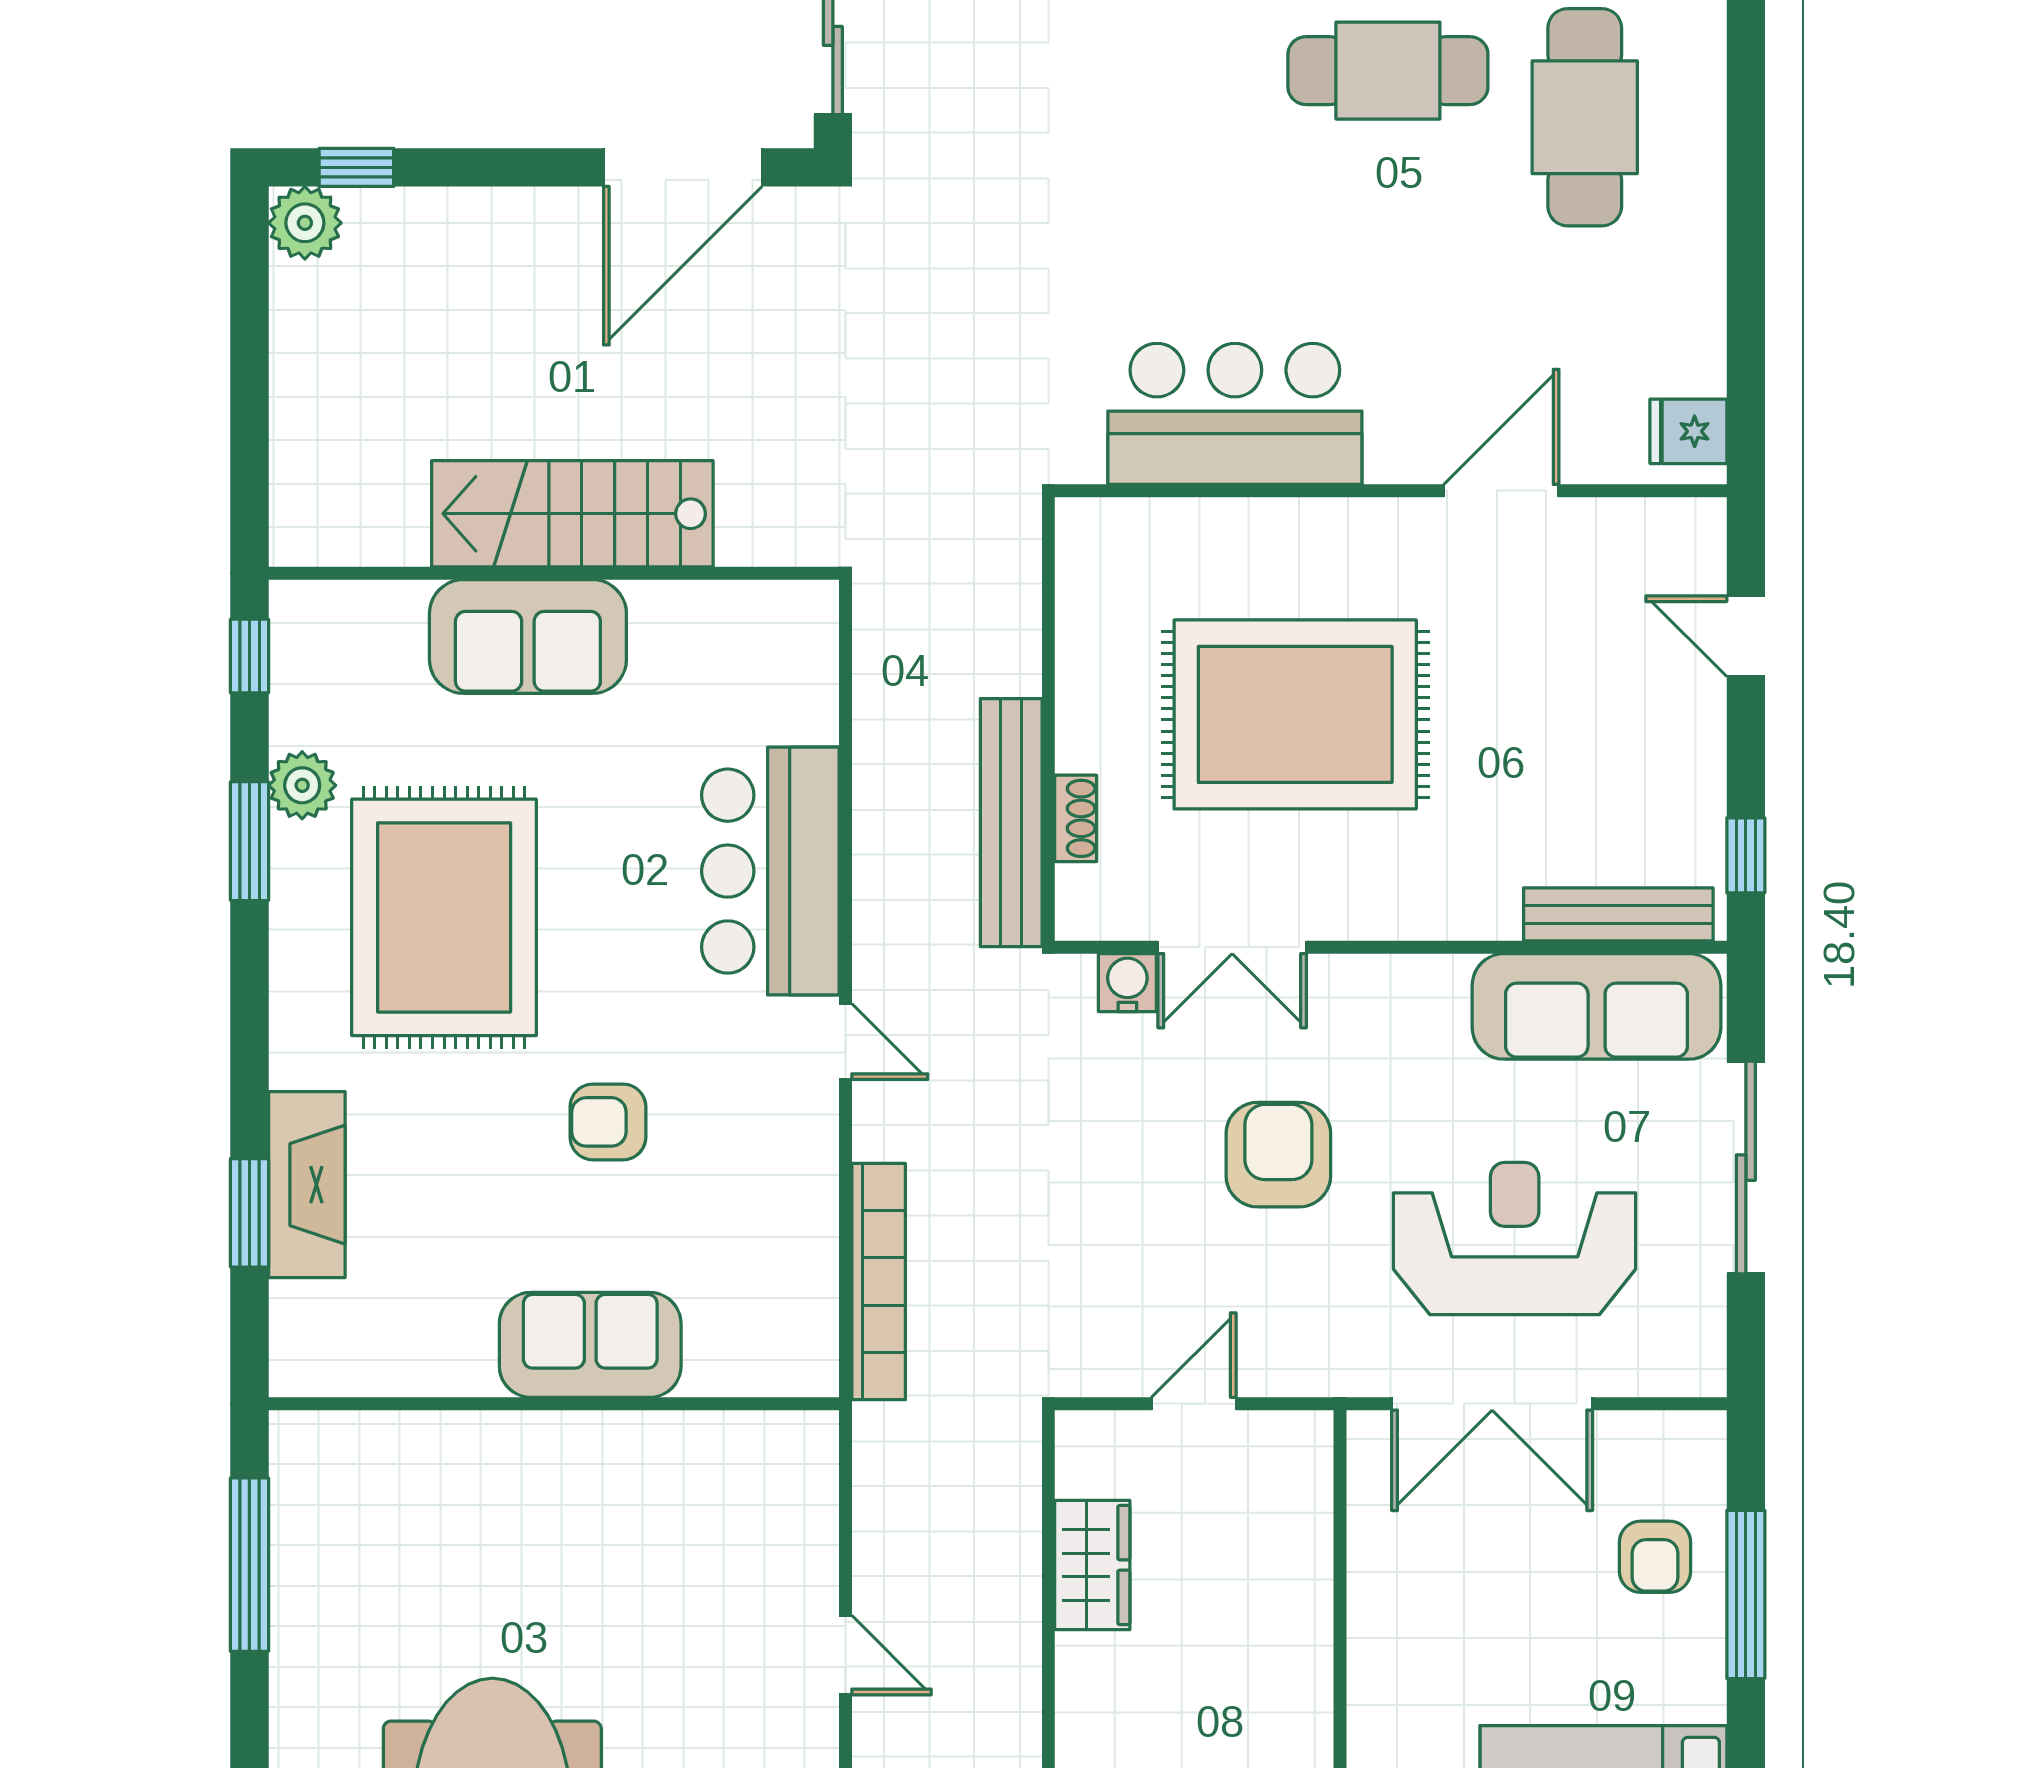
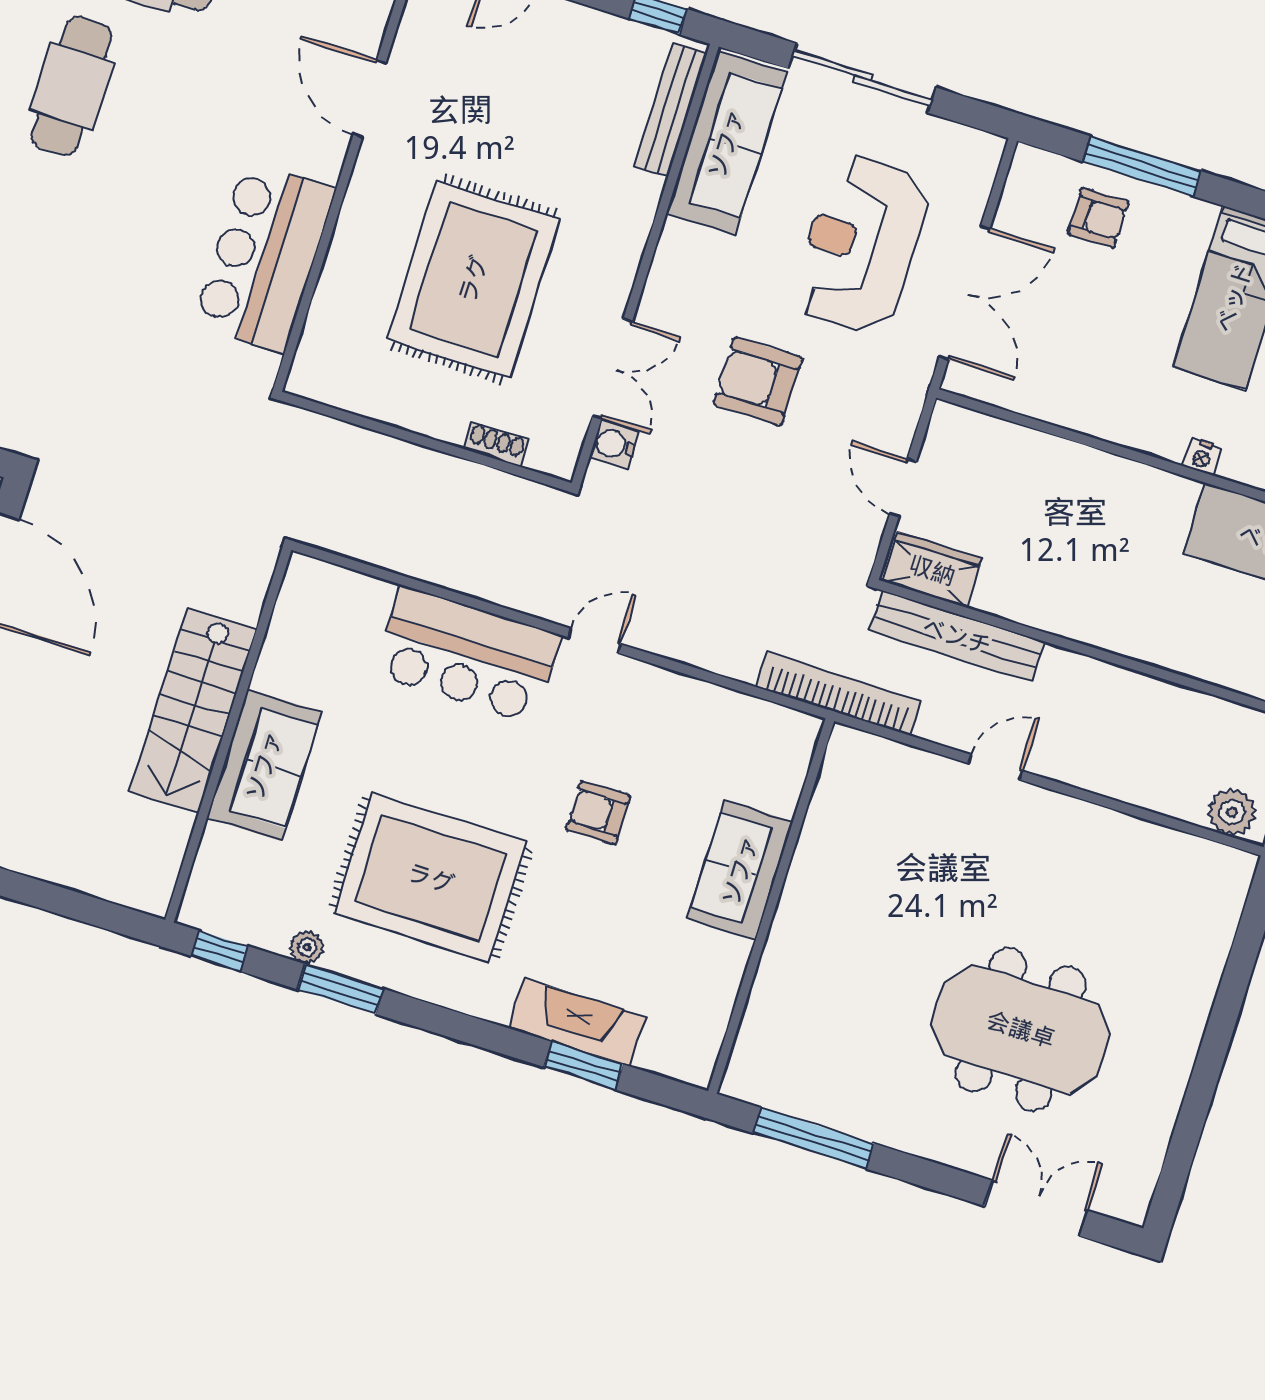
plant: (302, 785) -> (307, 947), width x0.73, depth x0.73
bench: (1011, 823) -> (957, 636), moved
armchair: (608, 1122) -> (598, 813), turned 90
bookcase: (879, 1282) -> (839, 694), moved
wardrobe: (1092, 1565) -> (932, 570), moved

